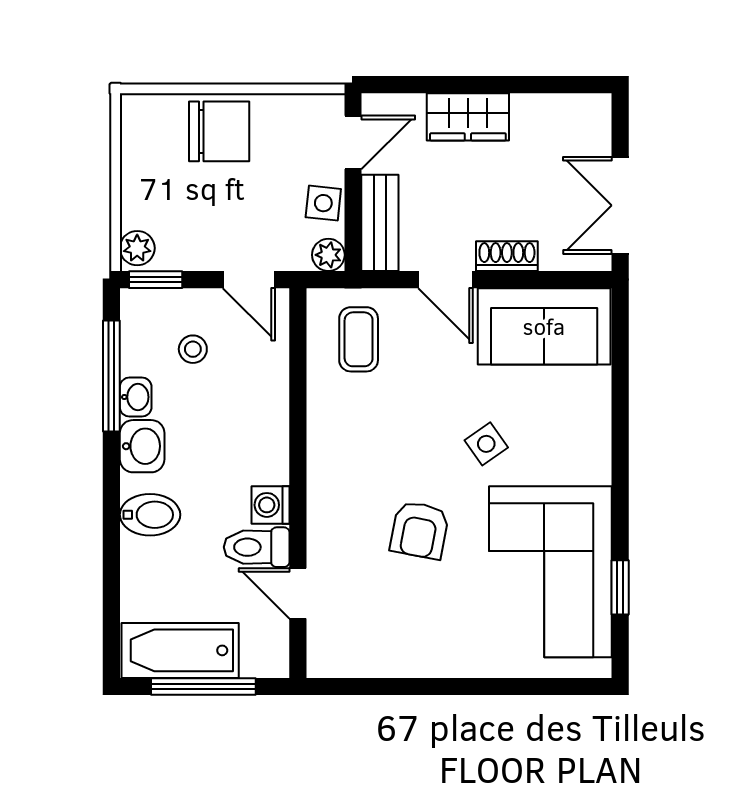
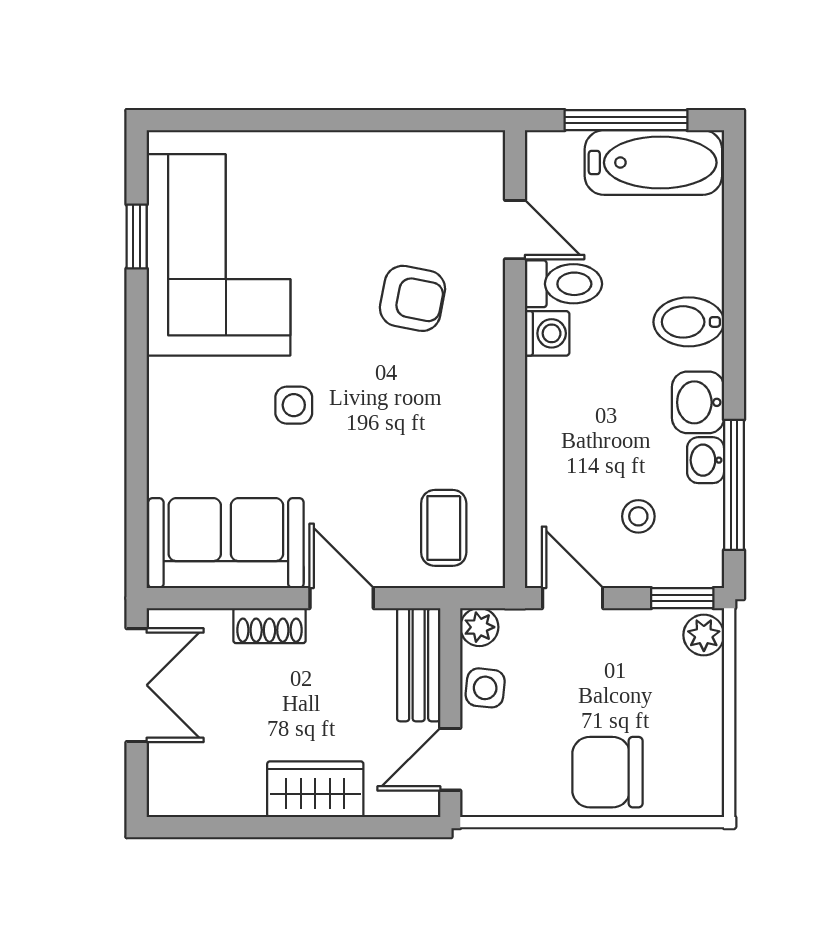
side table: (486, 444) -> (294, 405), turned 35
armchair: (419, 530) -> (412, 298), moved, turned 90

